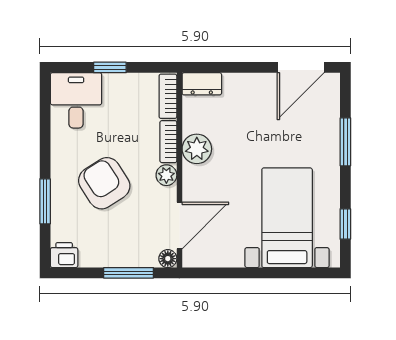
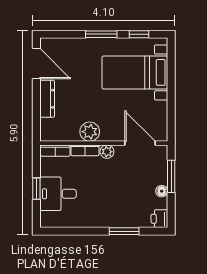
dresser: (202, 84) -> (47, 99), moved, width x1.44
desk: (76, 100) -> (58, 194), moved
window: (345, 142) -> (101, 34), moved
armchair: (104, 183) -> (112, 192), removed
floor lamp: (168, 259) -> (162, 191), moved

